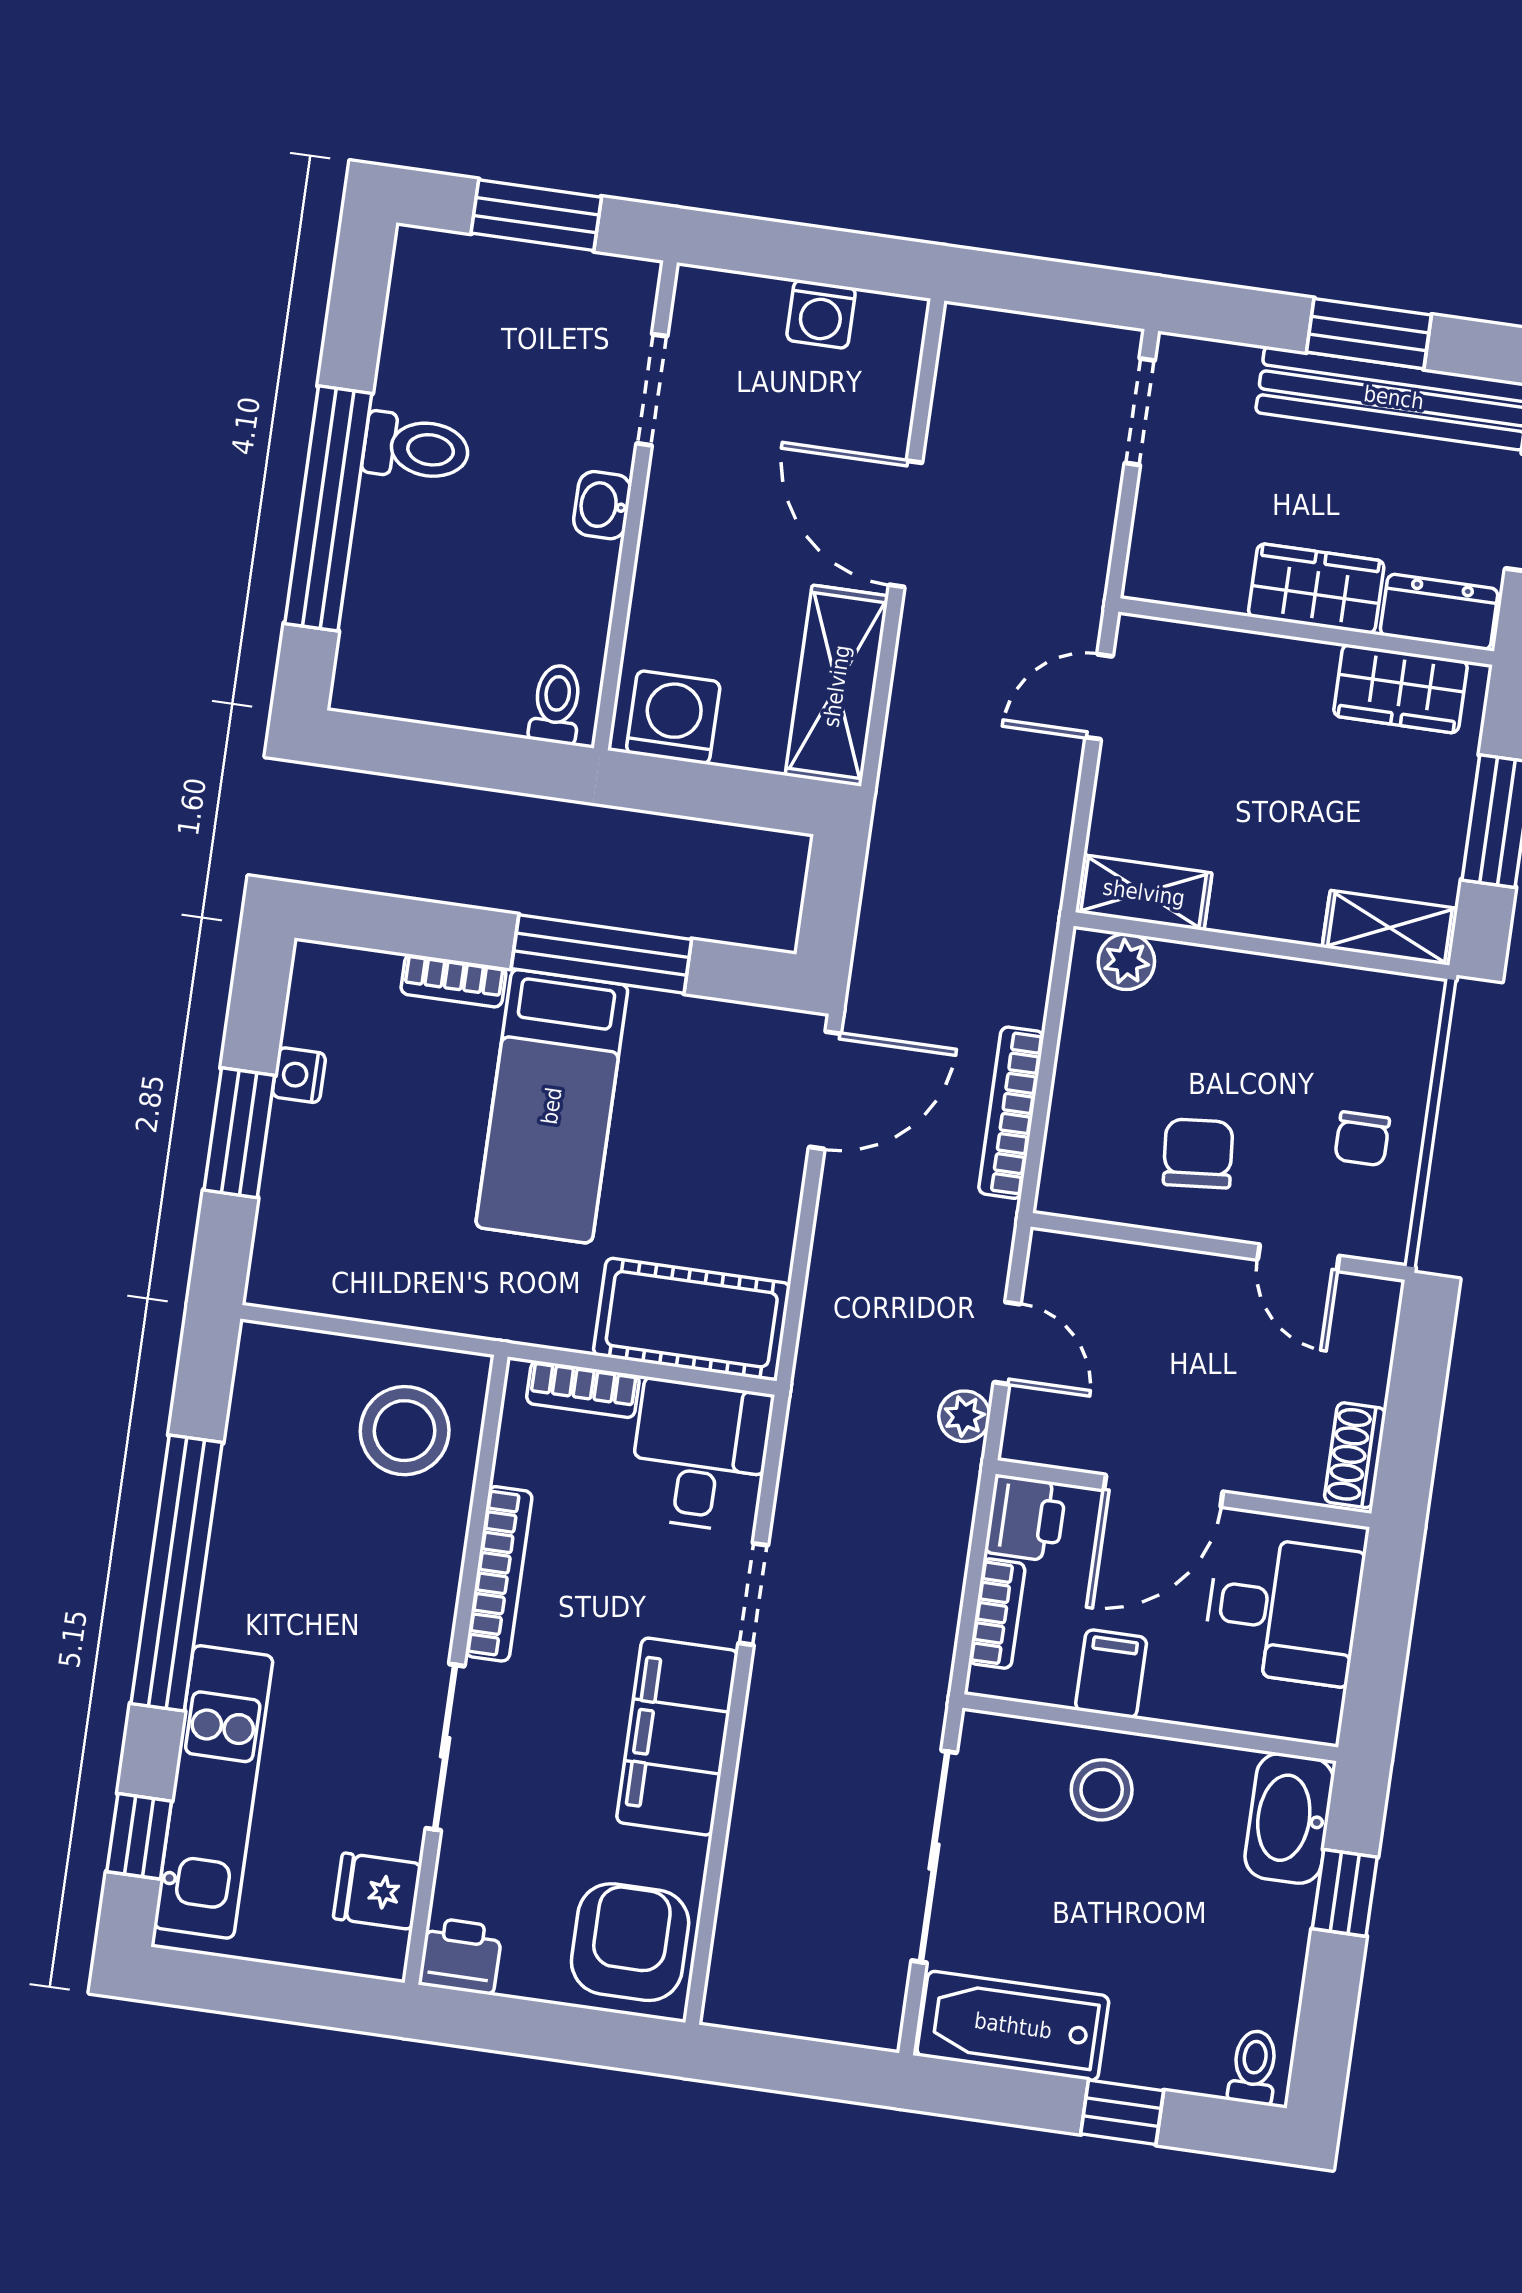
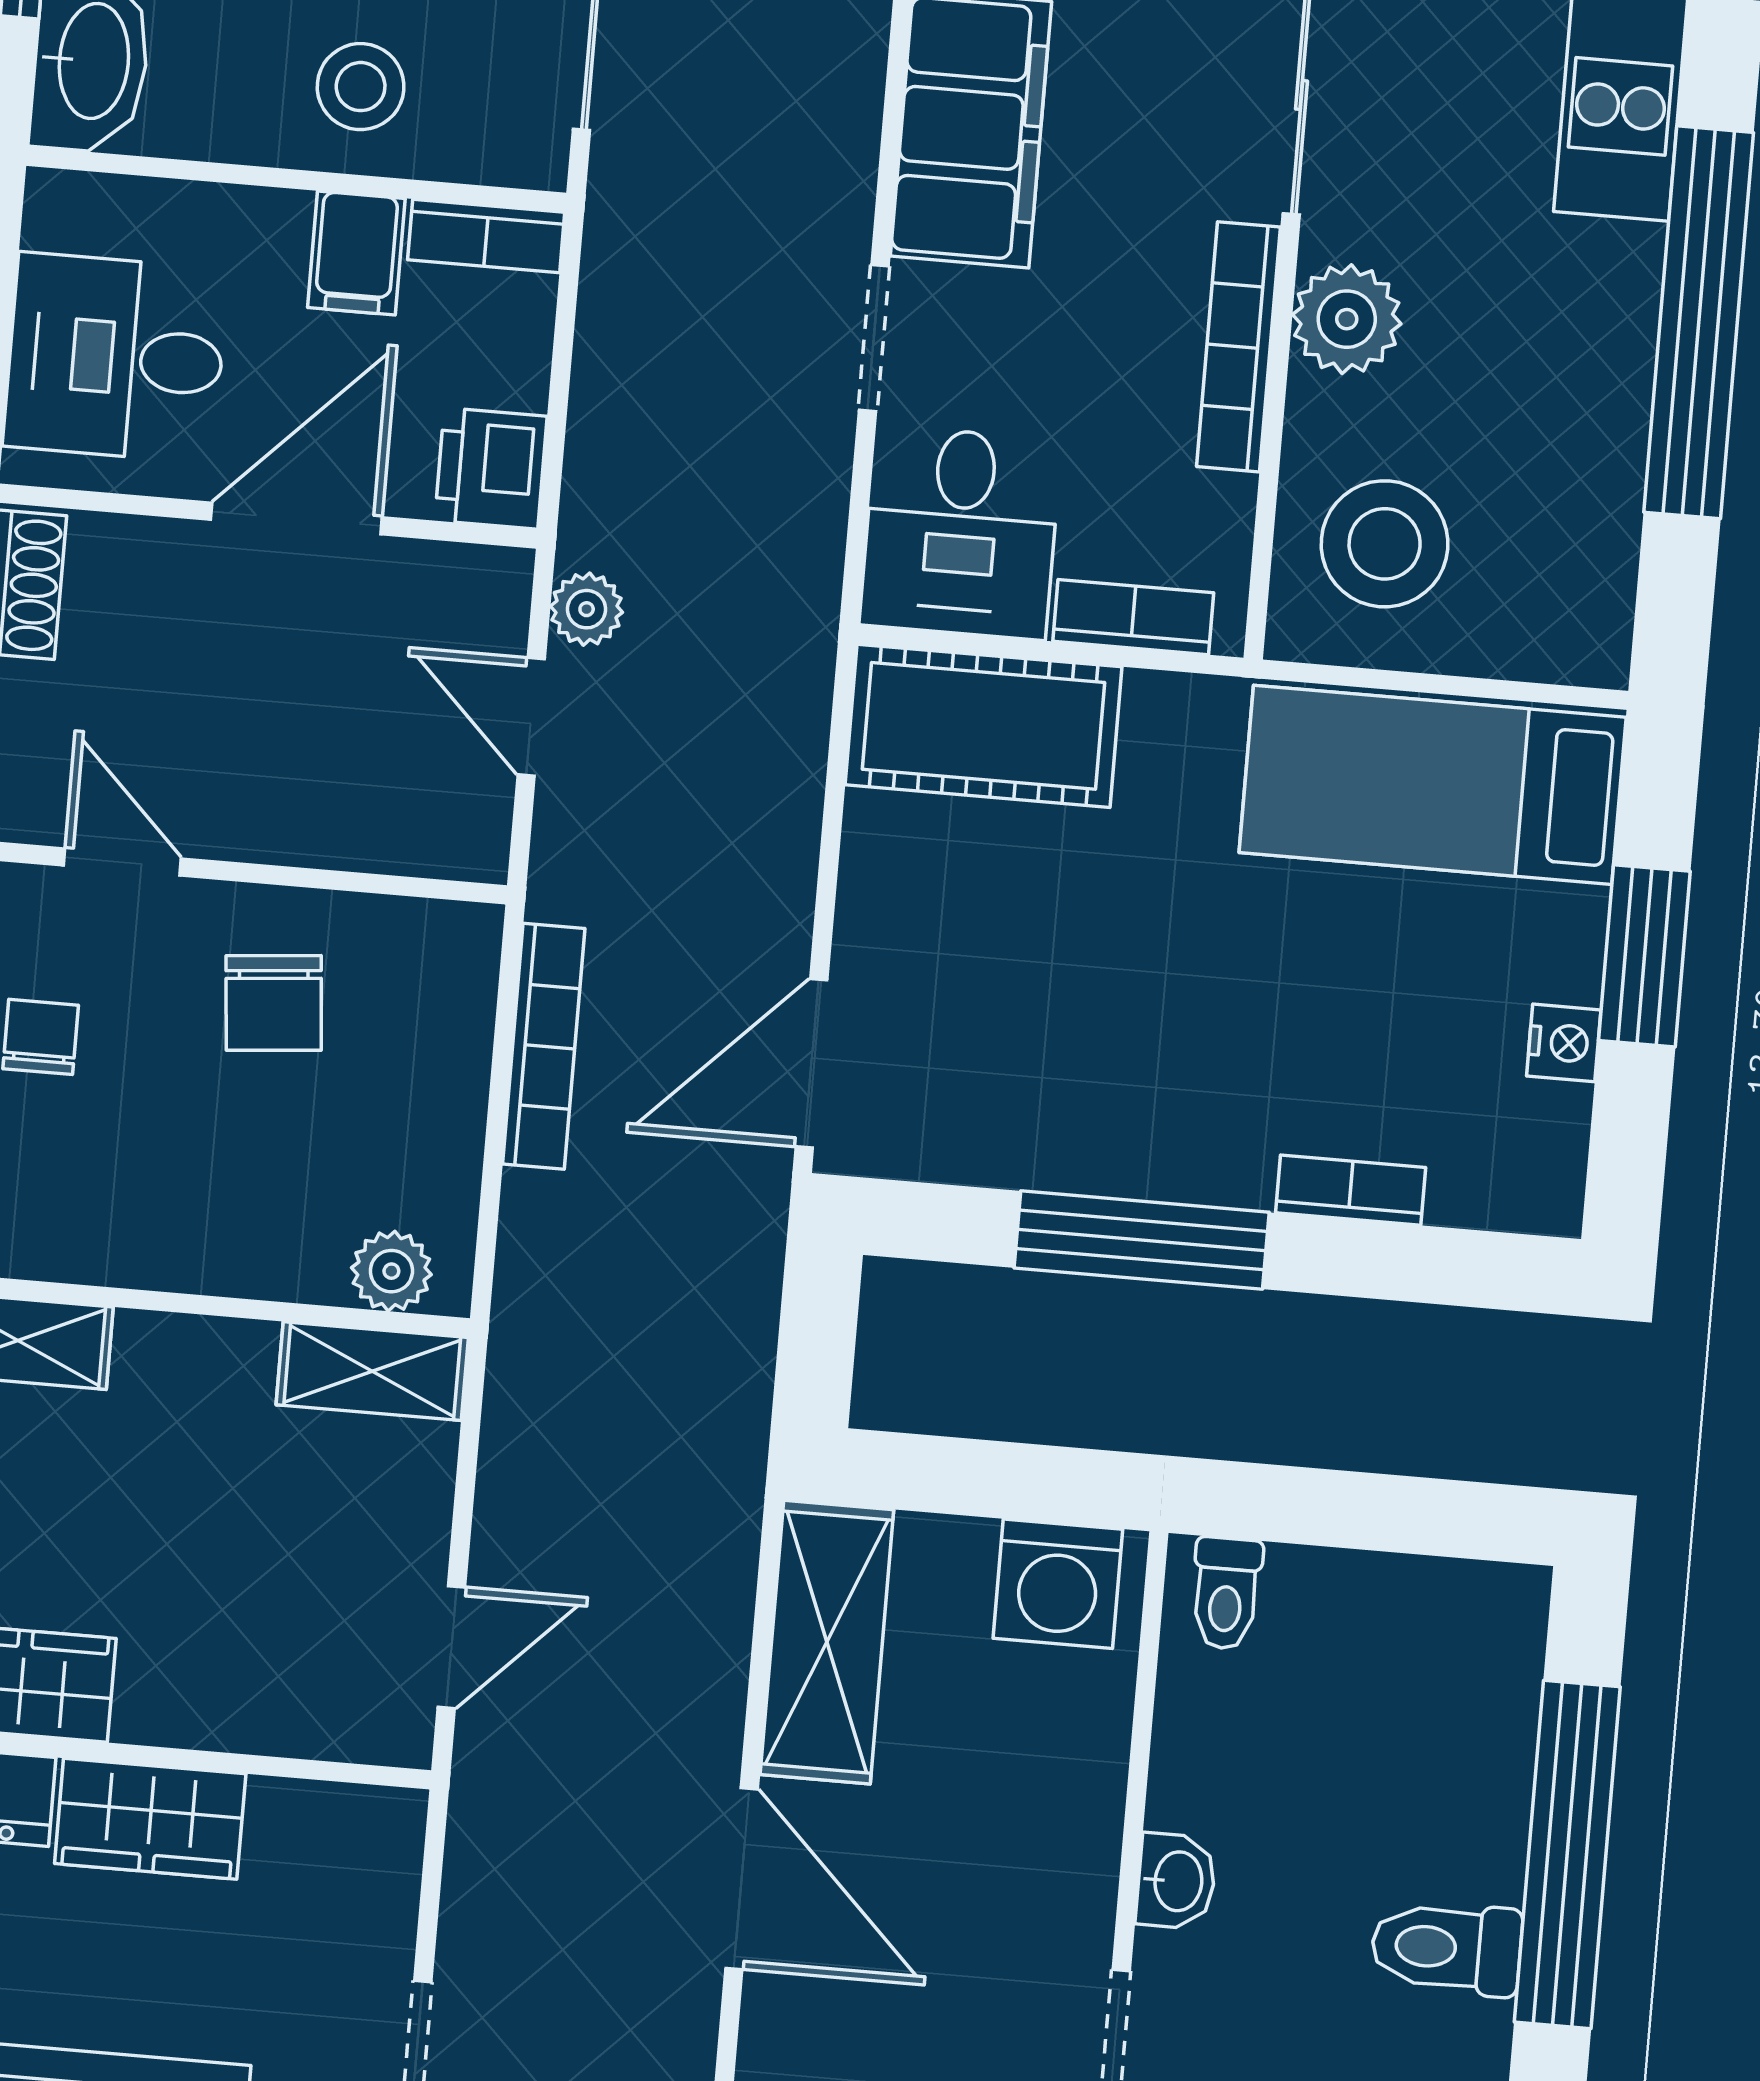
bed: (552, 1106) -> (1433, 785), moved, turned -90
plant: (422, 1589) -> (1347, 319), added
bookcase: (997, 1614) -> (486, 236), moved, turned -90

